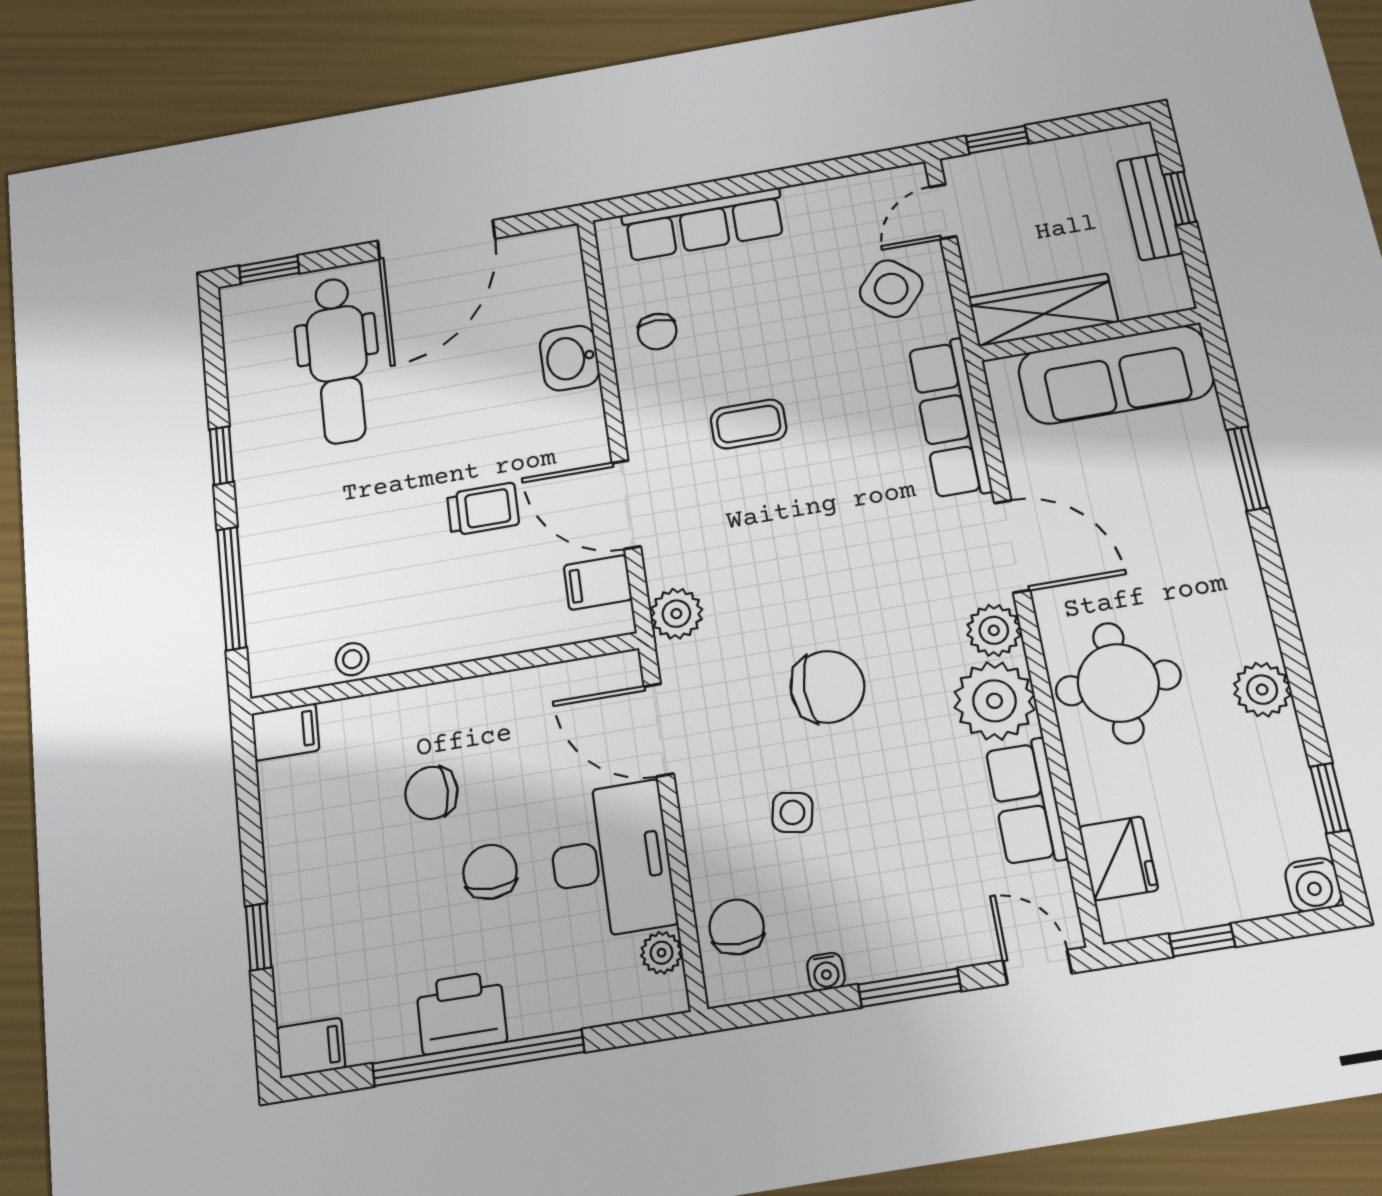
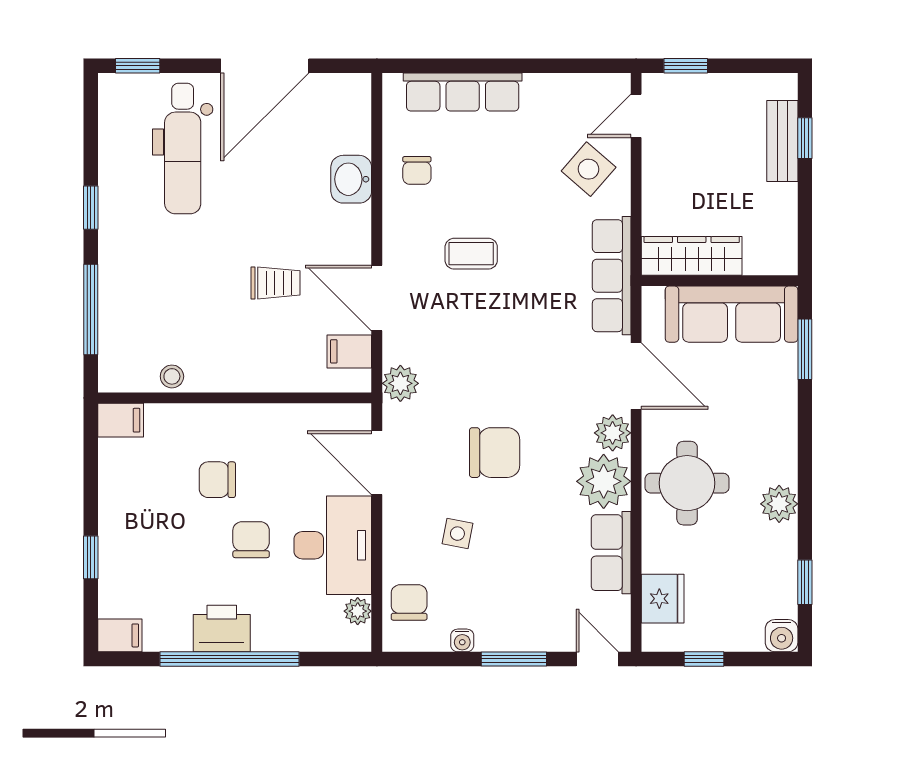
wardrobe: (1043, 310) -> (692, 256), moved
wall: (1089, 335) -> (720, 281), moved
sofa: (1116, 375) -> (732, 314), moved

